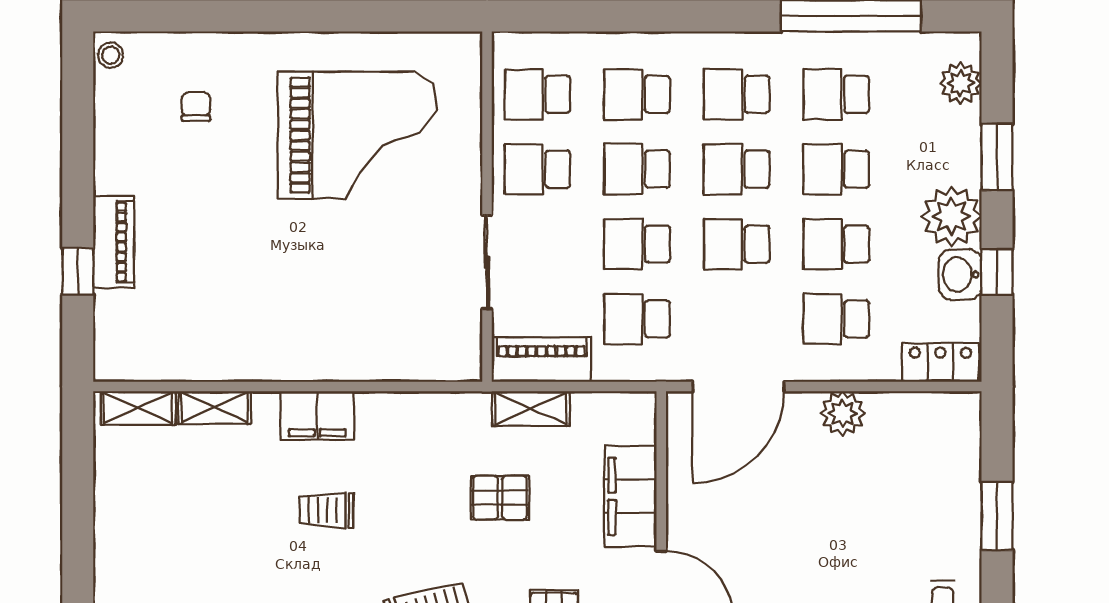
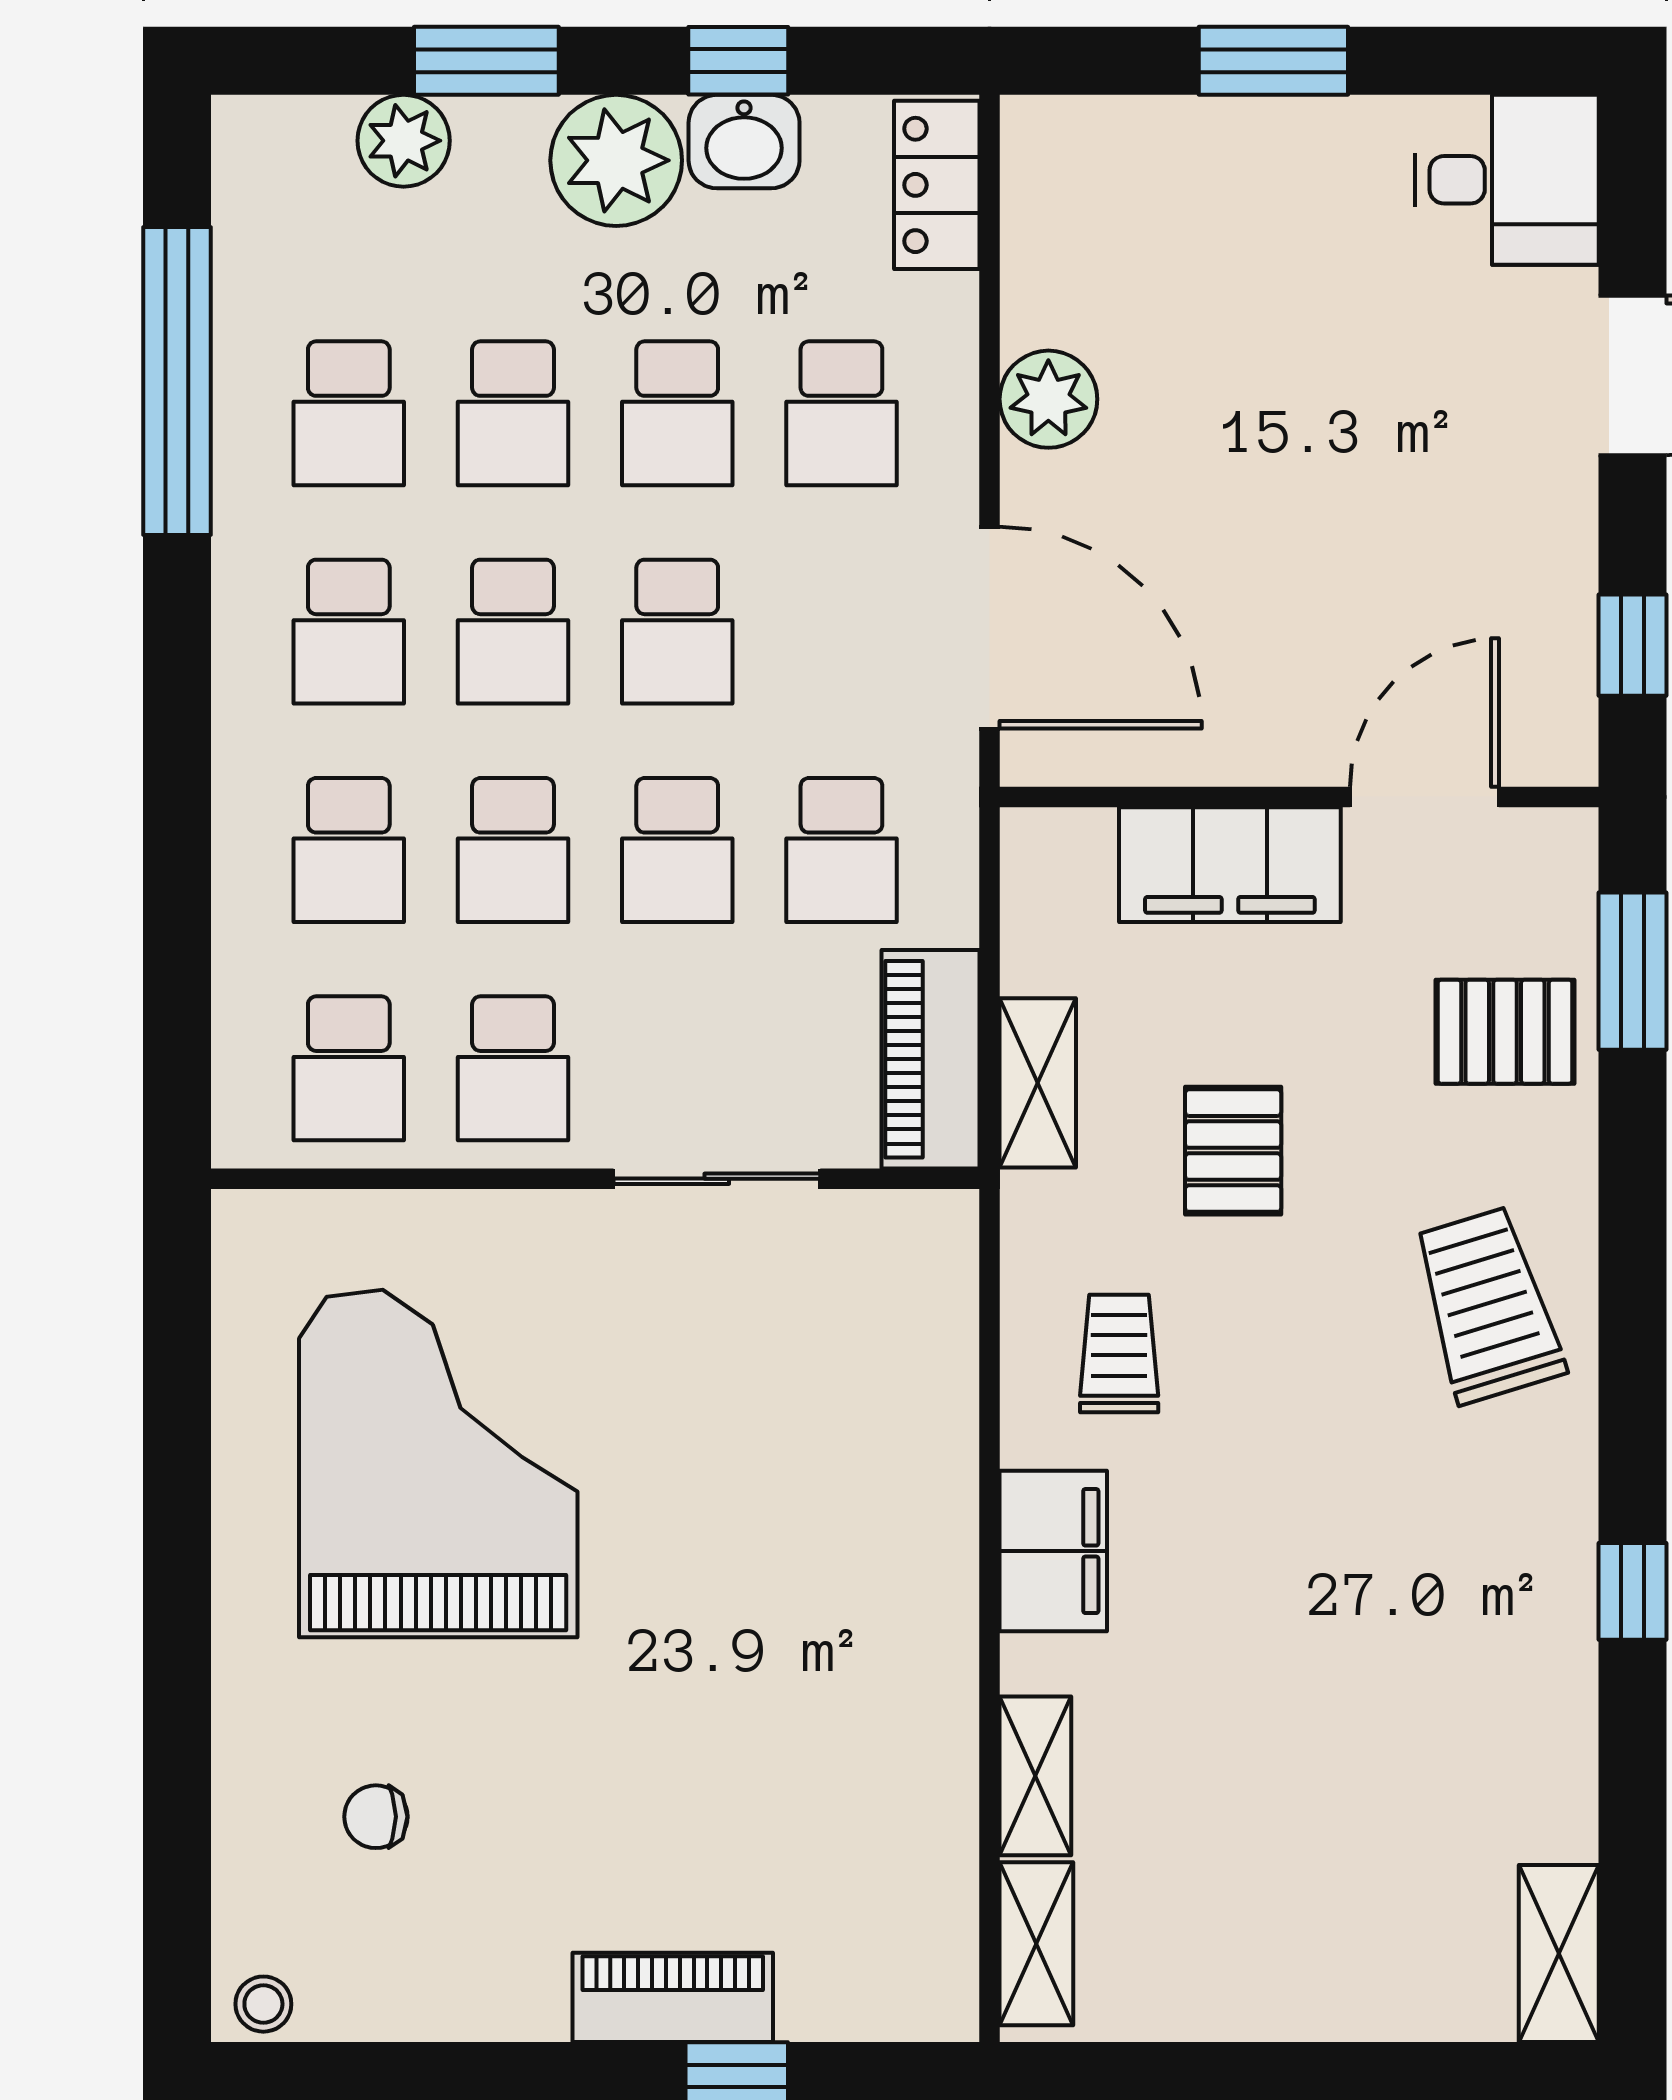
plant: (961, 83) -> (404, 141), moved
trolley: (326, 510) -> (1119, 1353), moved, turned 180

